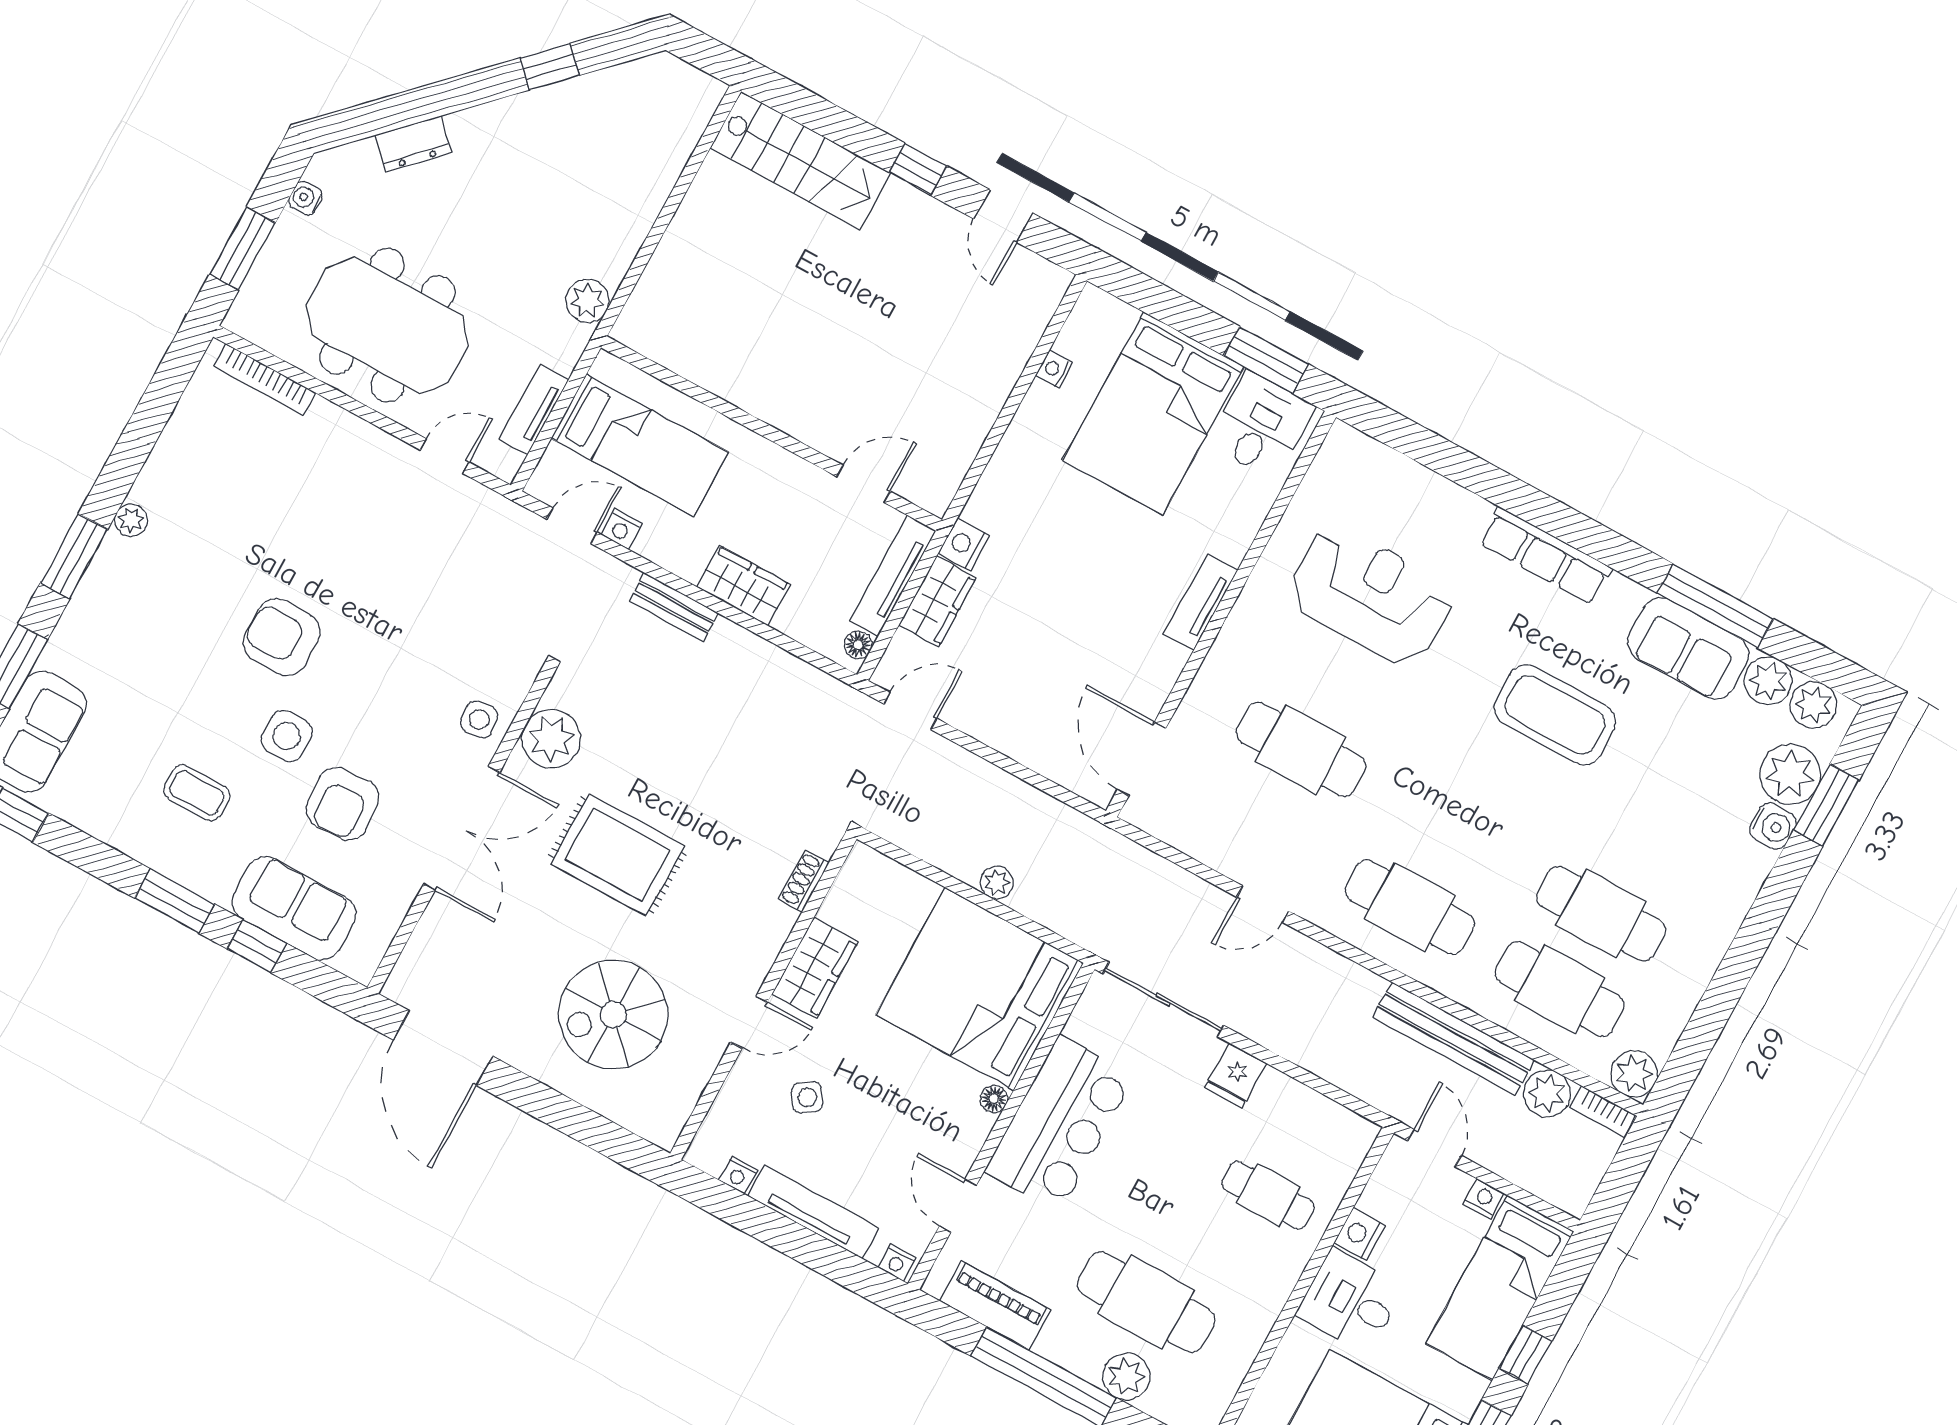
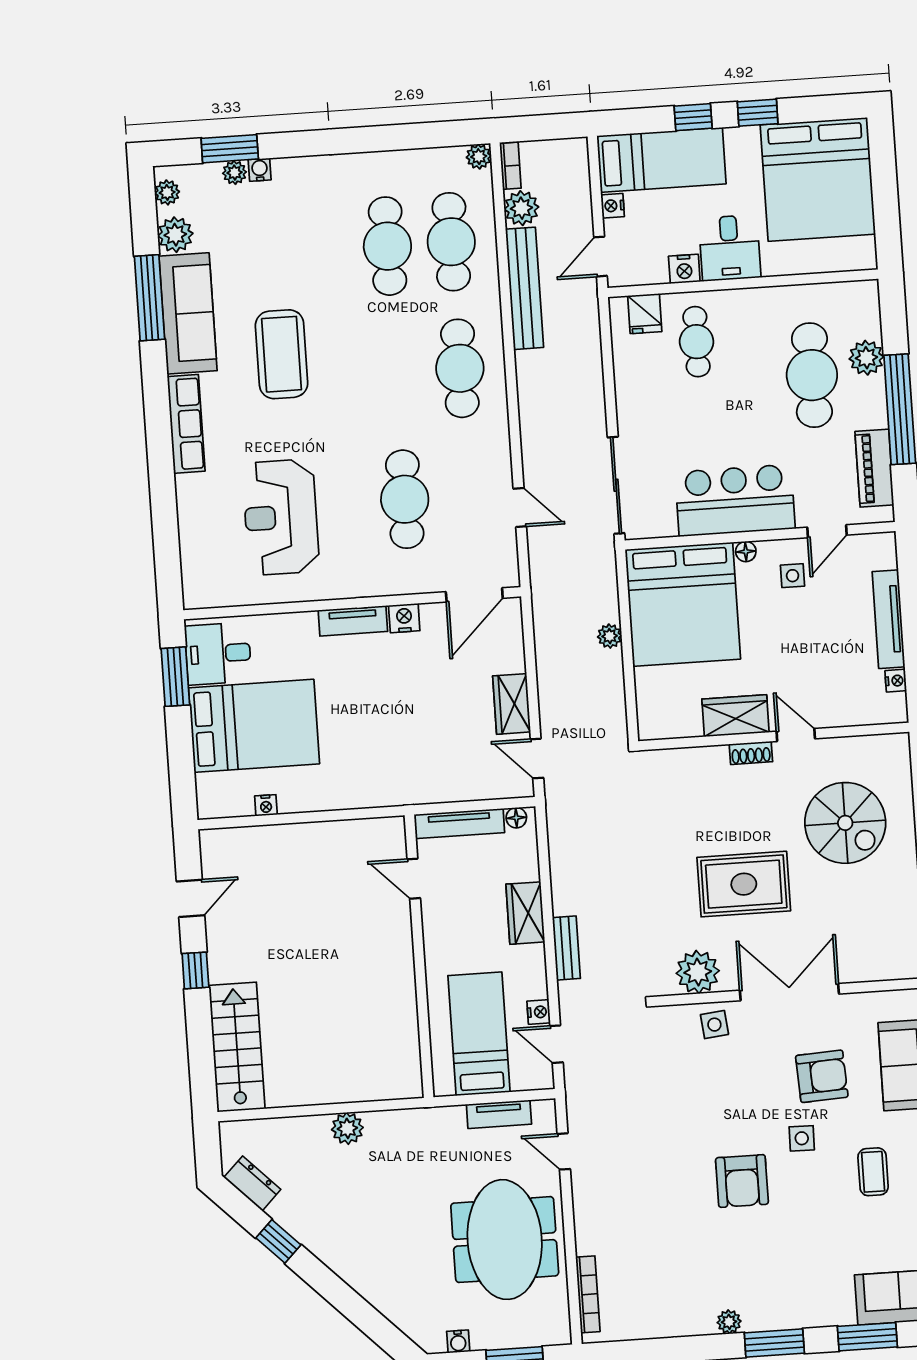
dresser: (413, 144) -> (252, 1183), moved
plant: (588, 301) -> (347, 1128), moved
nightstand: (964, 544) -> (404, 618), moved, turned 180
wardrobe: (938, 601) -> (512, 704), moved, turned -90
sofa: (1688, 648) -> (188, 313), width x1.36
plant: (1813, 705) -> (167, 192), width x0.73, depth x0.73
side table: (287, 736) -> (802, 1138), width x0.73, depth x0.73
plant: (1790, 774) -> (235, 173), width x0.53, depth x0.53
water cooler: (1773, 826) -> (260, 170), width x0.72, depth x0.72
rug: (618, 855) -> (744, 884), turned 90
shoe rack: (804, 881) -> (751, 753), moved
door: (1263, 904) -> (520, 507), moved
plant: (1634, 1074) -> (479, 157), width x0.73, depth x0.73
fridge: (1236, 1075) -> (645, 314), moved, turned 90
side table: (807, 1097) -> (793, 576), moved, turned 34
nightstand: (897, 1262) -> (887, 547), removed

